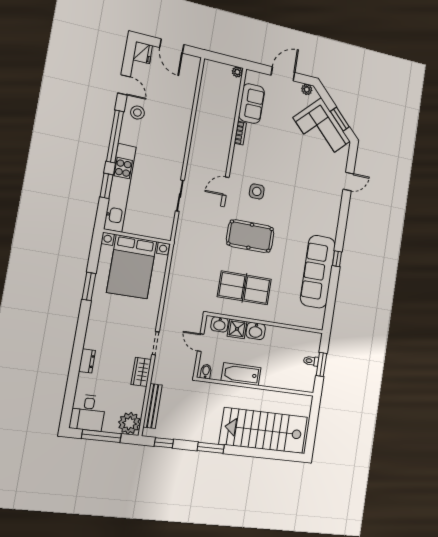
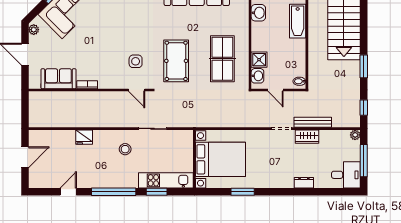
fridge: (143, 53) -> (84, 137), moved, turned 180
plant: (237, 72) -> (33, 96), removed
stool: (137, 113) -> (125, 149), moved
kitchen unit: (120, 188) -> (166, 180), width x0.73
washbasin: (256, 331) -> (258, 13), moved
door: (201, 343) -> (275, 90), hinge flipped
bathtub: (241, 374) -> (298, 21), moved
bench: (153, 406) -> (313, 122), moved
plant: (129, 423) -> (355, 135), width x0.53, depth x0.53

